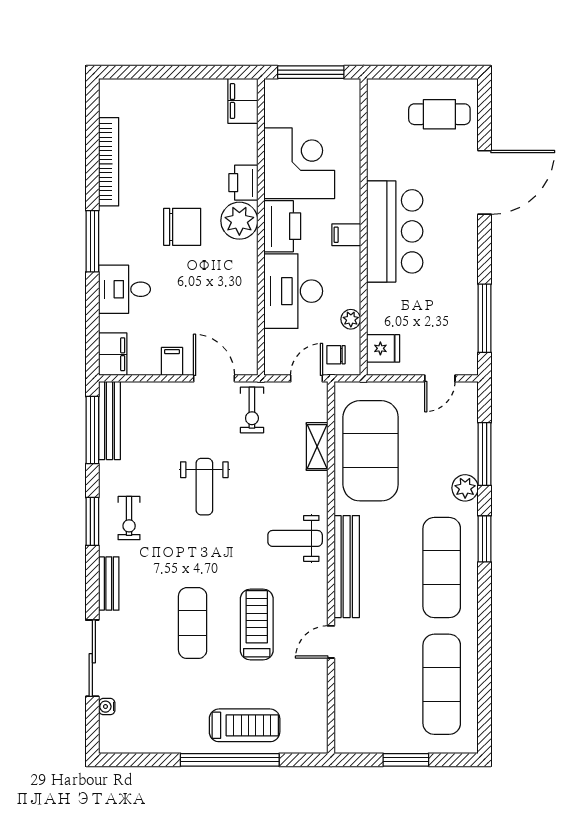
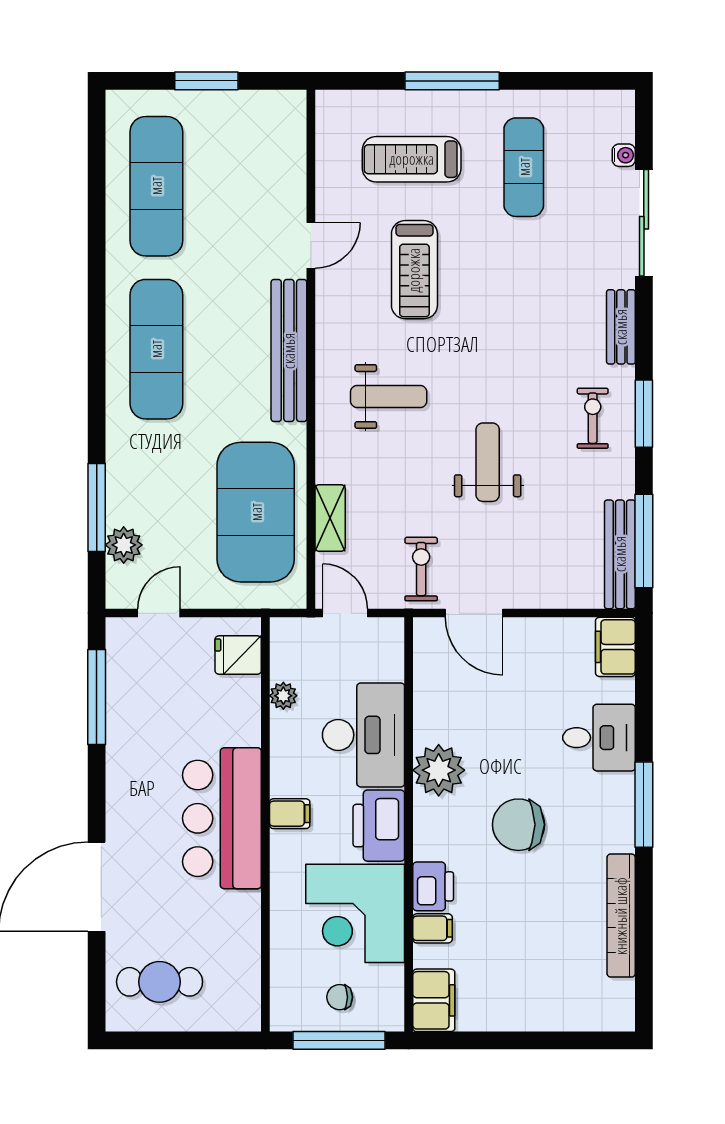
plant: (239, 221) -> (439, 770), moved
chair: (336, 355) -> (340, 997), moved, turned 180
filing cabinet: (172, 361) -> (432, 928), moved, turned -90
door: (306, 378) -> (345, 613), swing flipped
plant: (465, 488) -> (124, 545), moved
weight bench: (295, 538) -> (389, 397), moved
window: (485, 539) -> (97, 389), removed
exercise mat: (193, 623) -> (524, 167), moved
treadmill: (245, 725) -> (412, 159), moved
window: (230, 760) -> (452, 81), width x0.68

